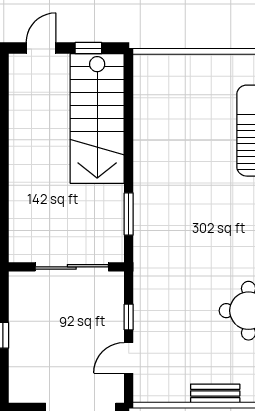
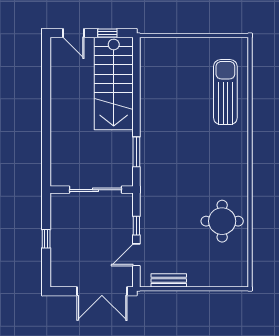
door: (41, 48) -> (73, 33), swing flipped
bench: (215, 393) -> (169, 280), moved

